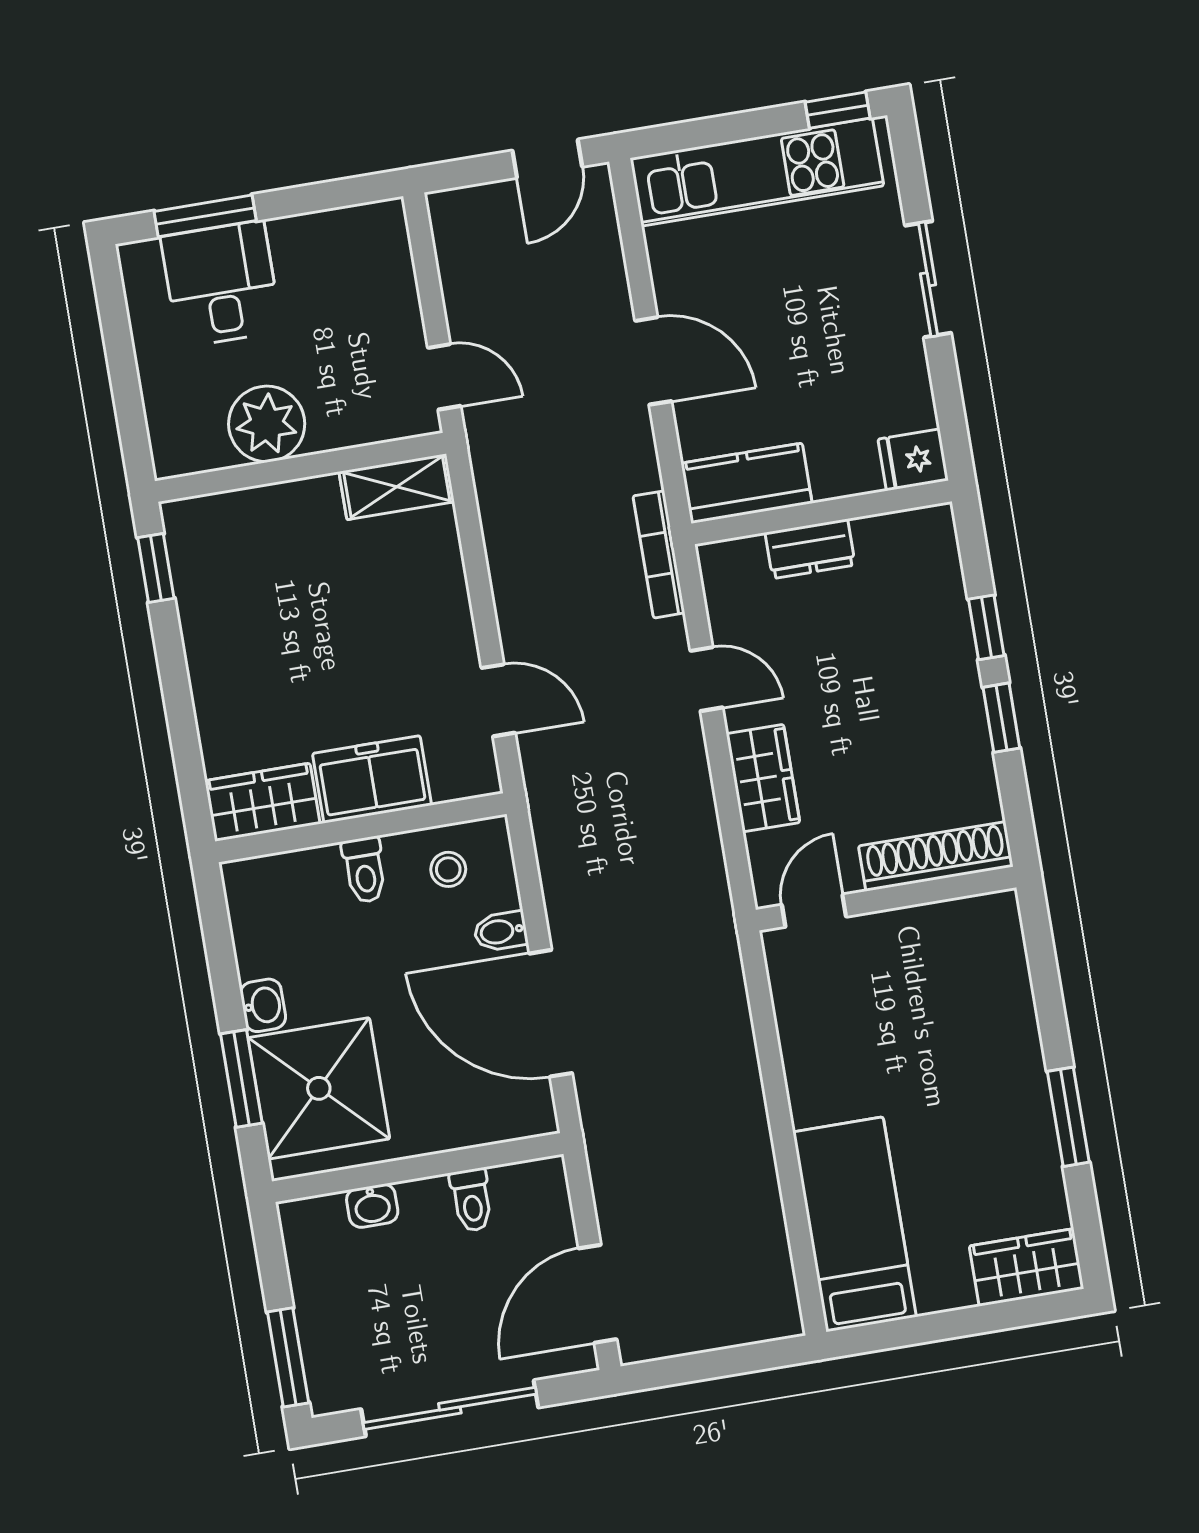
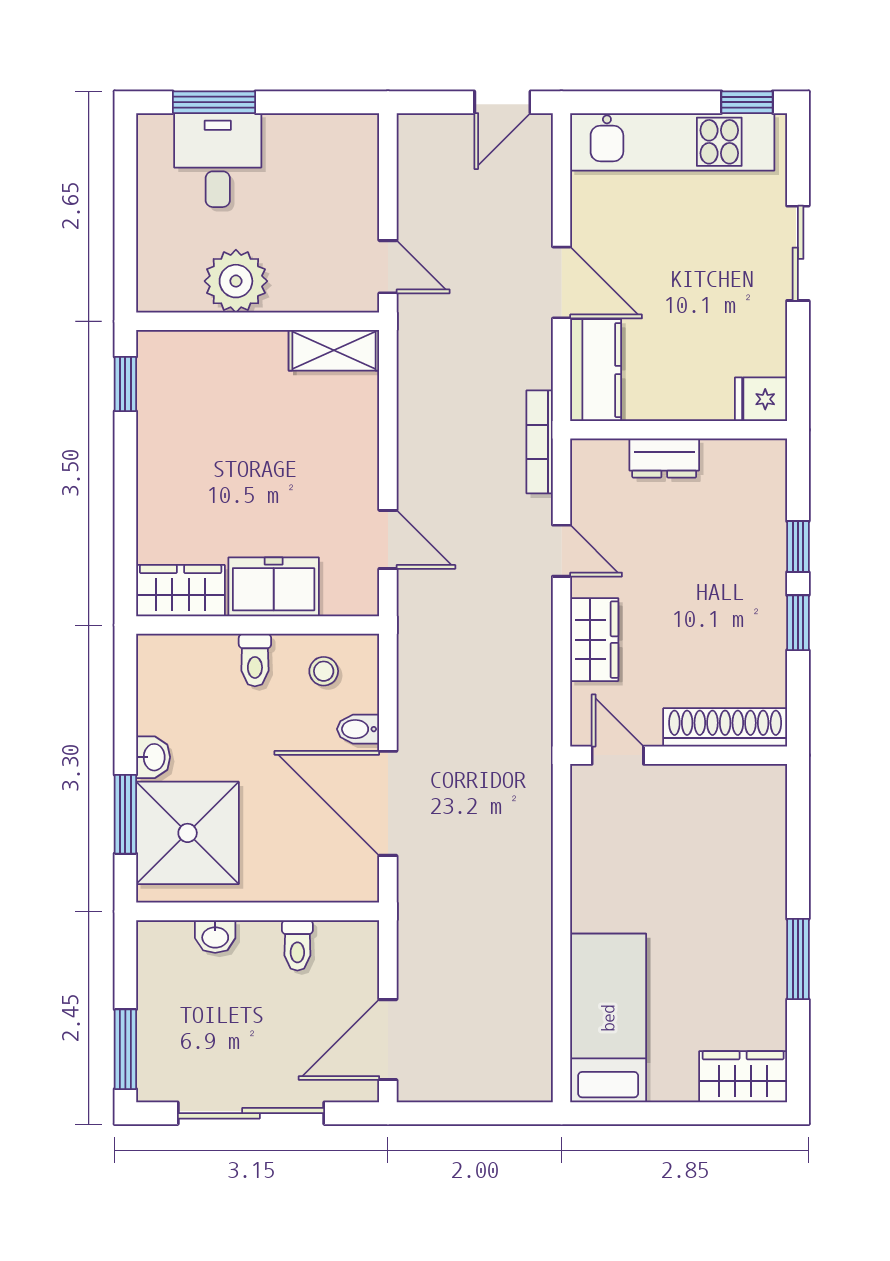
kitchen counter: (747, 483) -> (596, 370), moved, turned 90
door: (814, 911) -> (618, 755), hinge flipped

